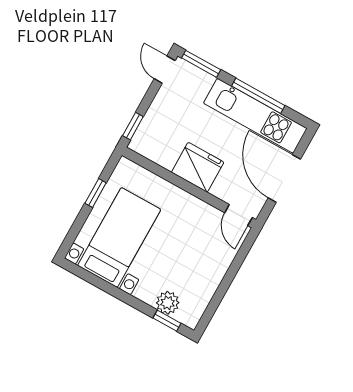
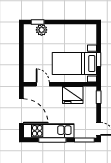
fridge: (198, 167) -> (73, 95), moved
door: (238, 215) -> (43, 84), moved
bed with nightstands: (119, 237) -> (74, 64), moved, turned 90

